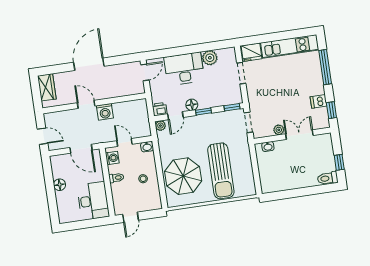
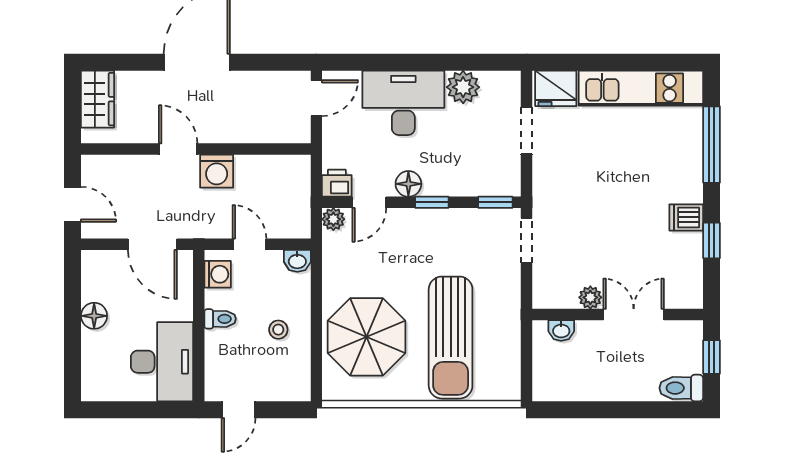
plant: (279, 130) -> (590, 297), moved
double door: (299, 135) -> (634, 314), moved
wall: (292, 136) -> (618, 314), moved
washbasin: (268, 147) -> (561, 330), moved

